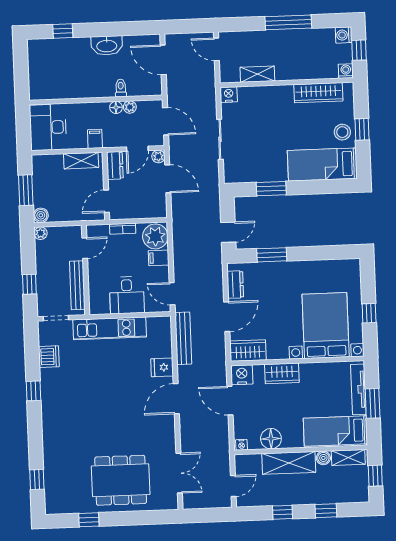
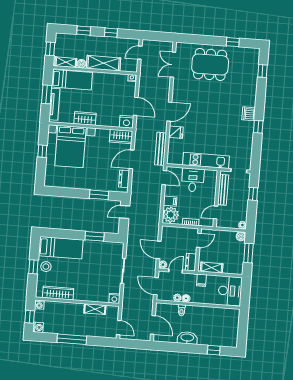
dishwasher: (49, 357) -> (249, 114), moved
wardrobe: (282, 373) -> (85, 118), moved
floor lamp: (271, 439) -> (113, 80), removed

